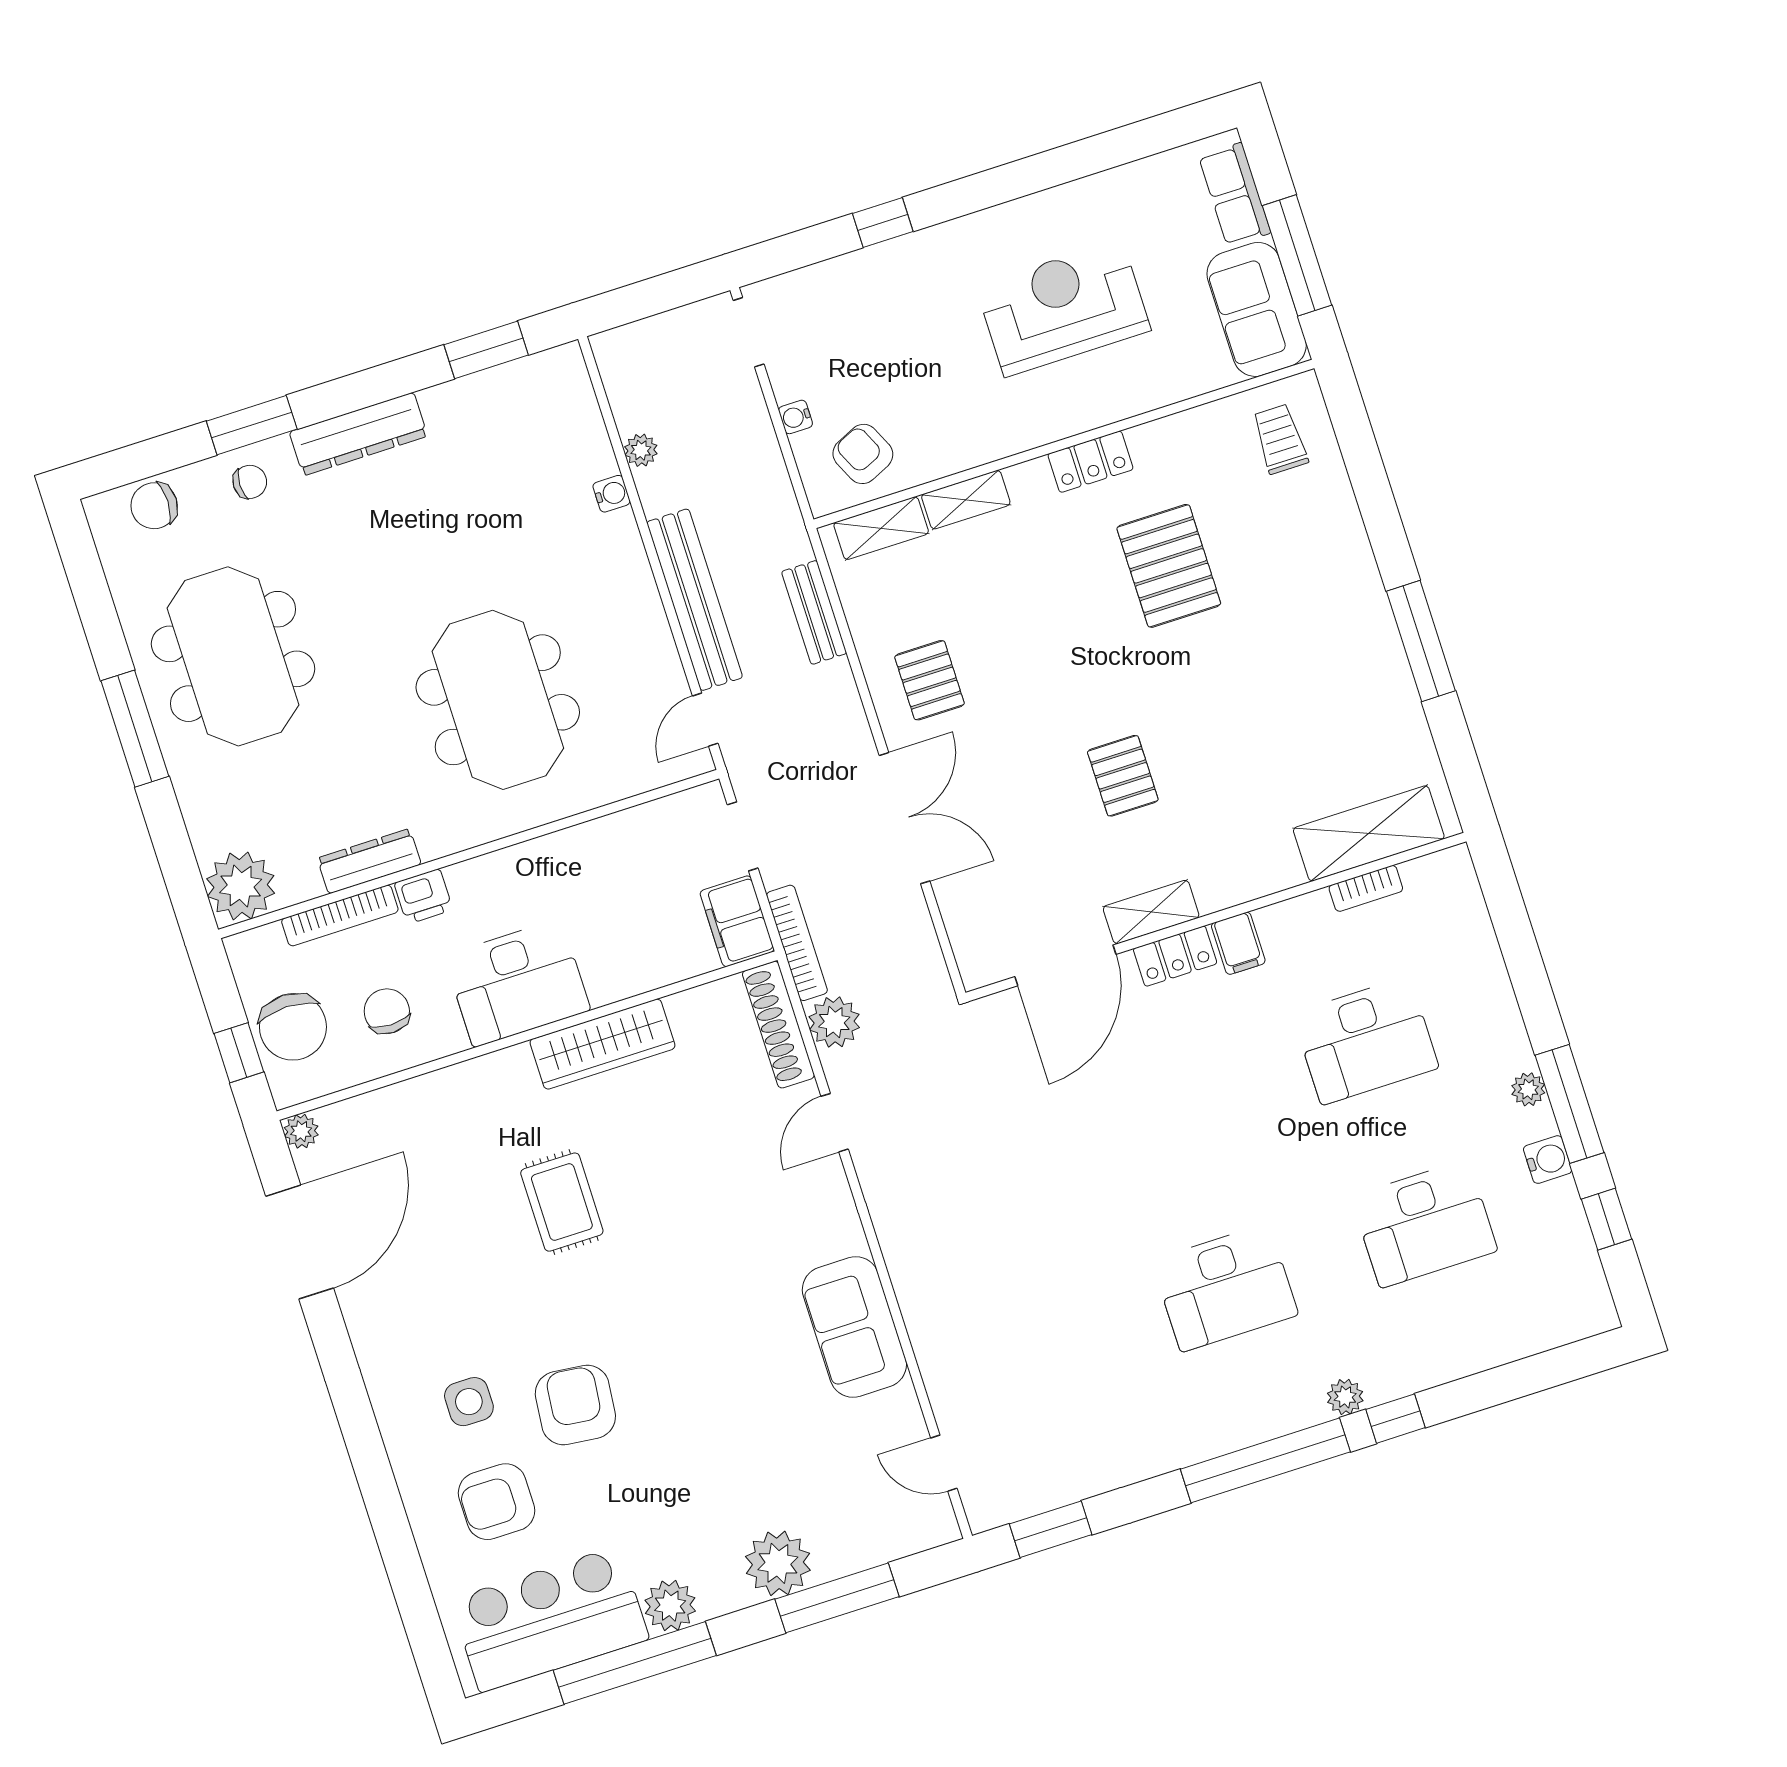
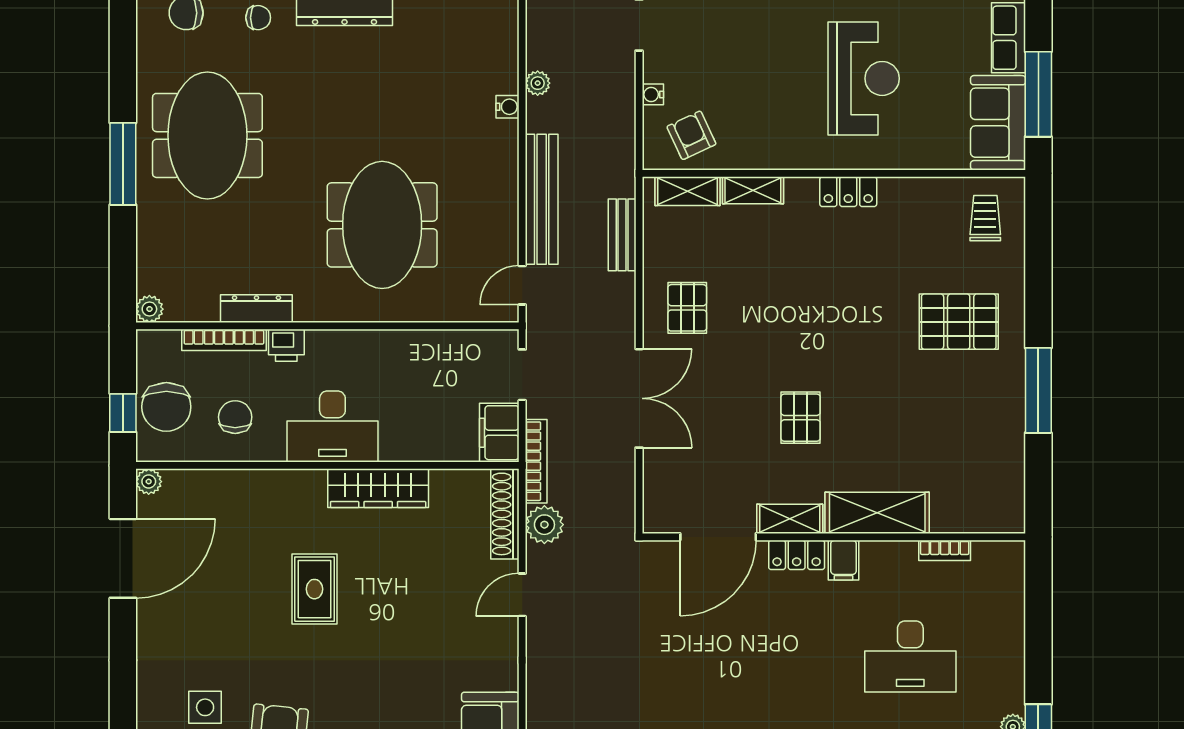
reception desk: (1063, 308) -> (864, 78), turned 90
pallet: (1169, 566) -> (959, 322), moved, turned 90
shelving: (1369, 833) -> (877, 513), moved
plant: (241, 886) -> (149, 309), width x0.53, depth x0.53

